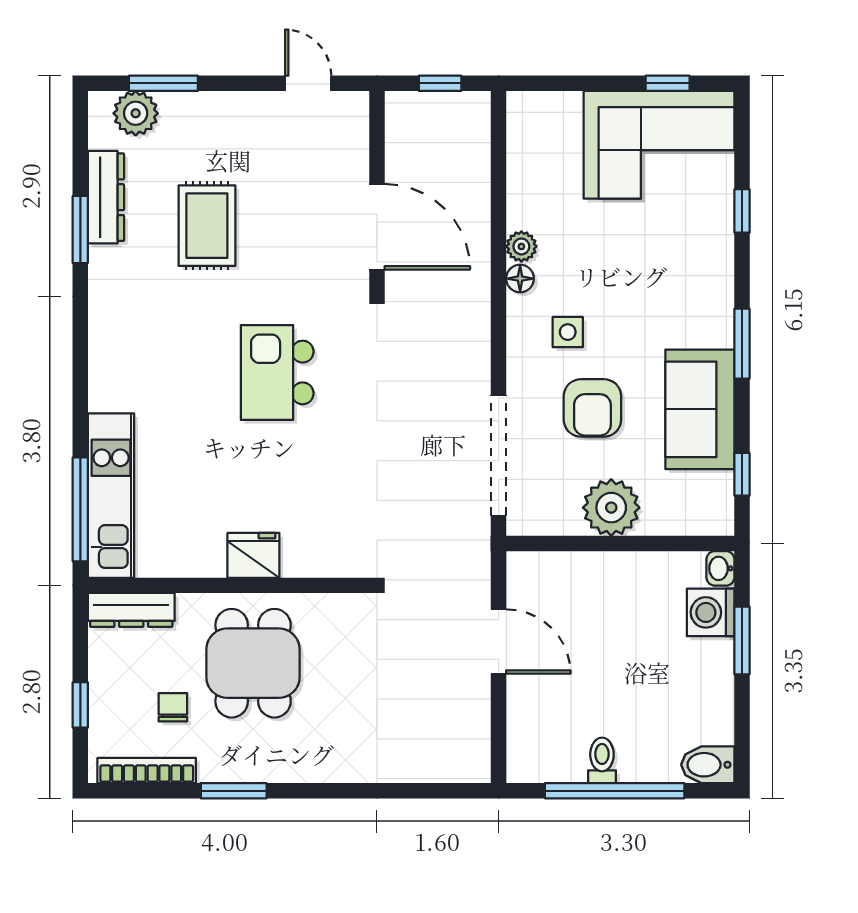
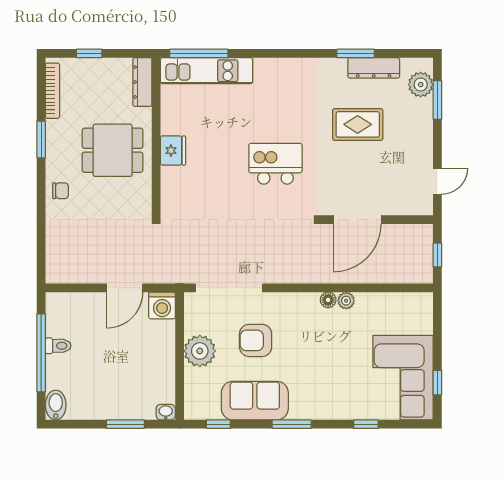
side table: (568, 332) -> (298, 327), removed
washing machine: (711, 612) -> (162, 305), moved, turned 180
chair: (173, 707) -> (60, 191), moved

